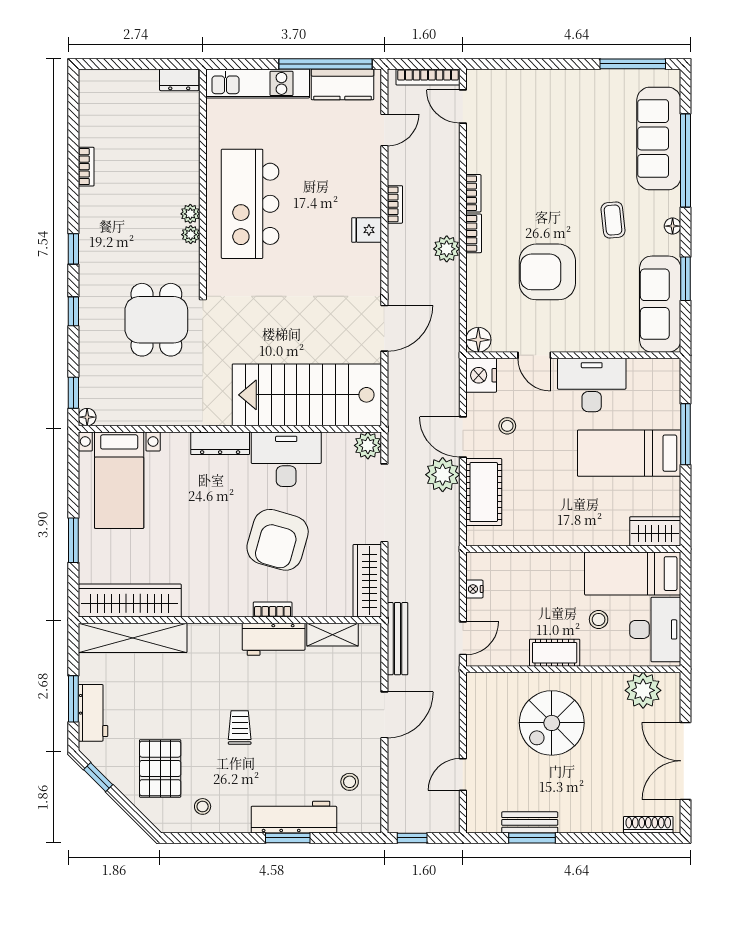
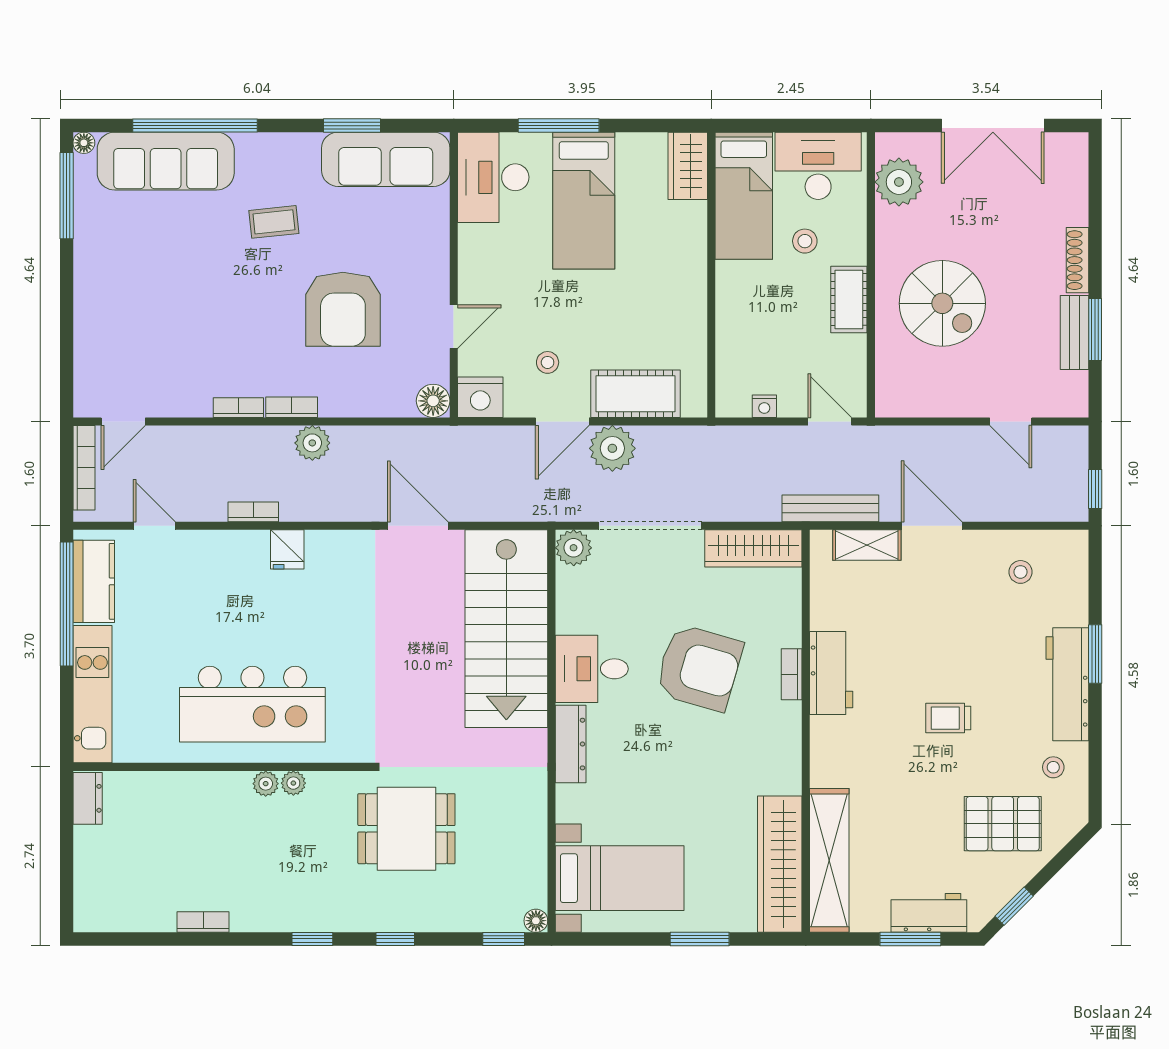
floor lamp: (673, 226) -> (84, 143), moved
desk: (592, 385) -> (493, 177), moved
desk: (286, 459) -> (592, 669), width x0.73
shelving: (333, 635) -> (867, 545), moved, turned 90
workbench: (294, 817) -> (1067, 684), moved
shoe rack: (648, 825) -> (1077, 260), moved

